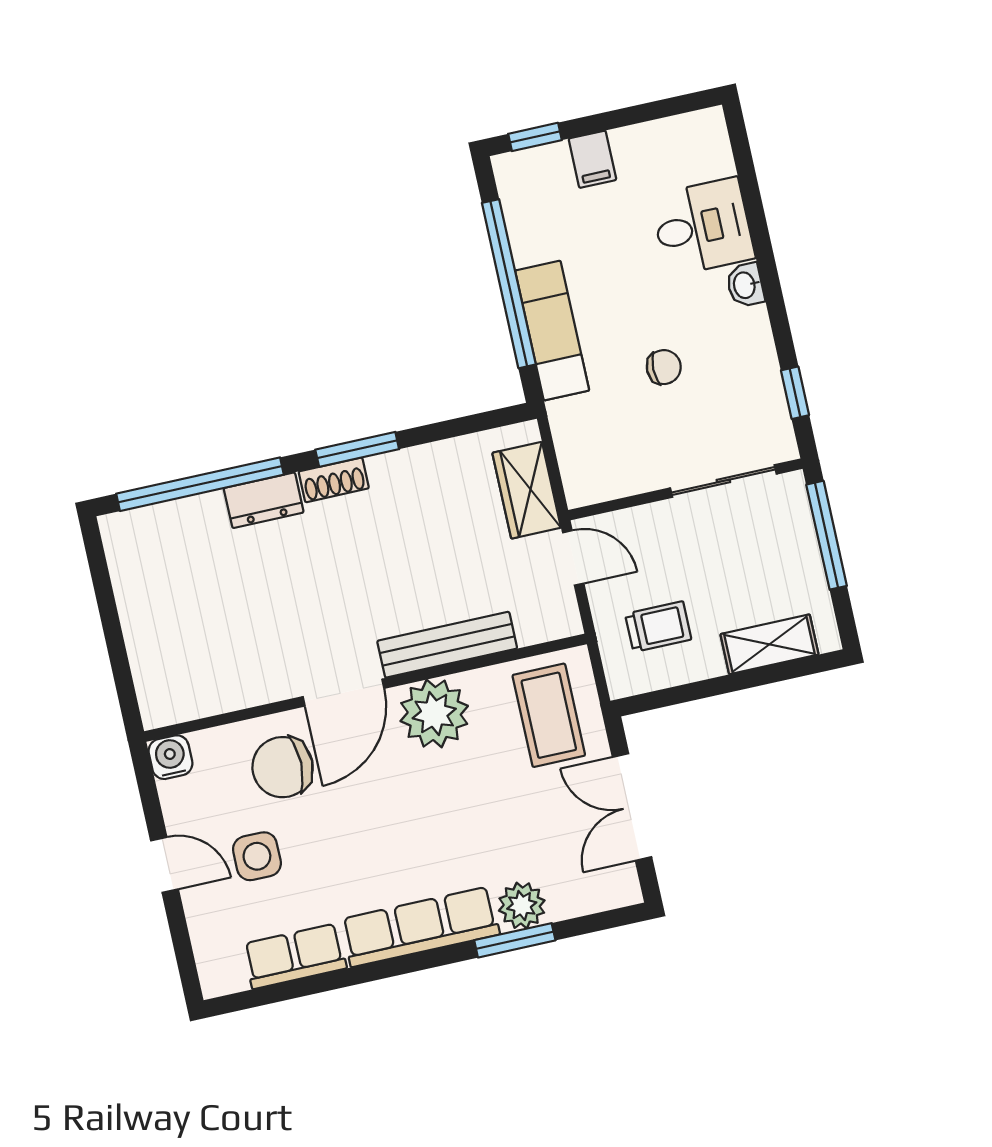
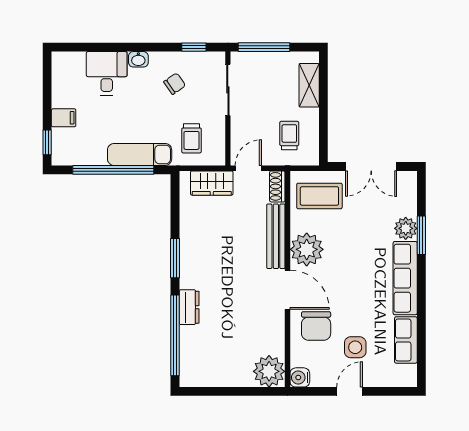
chair: (664, 367) -> (175, 84), moved, turned 55
trolley: (608, 429) -> (192, 138), added
shoe rack: (334, 480) -> (277, 186), moved, turned 180
plant: (169, 692) -> (269, 371), added

